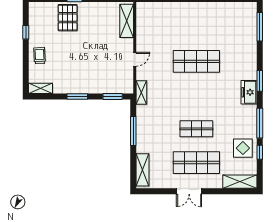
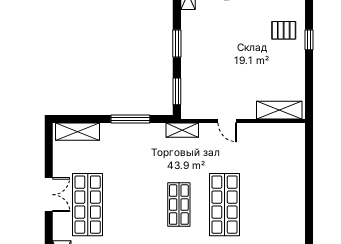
pallet: (68, 18) -> (284, 30), width x0.67, depth x0.71
shop shelf: (196, 129) -> (179, 205), moved
double door: (189, 191) -> (49, 195), swing flipped

